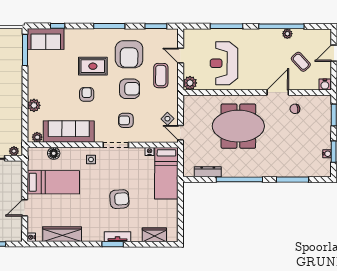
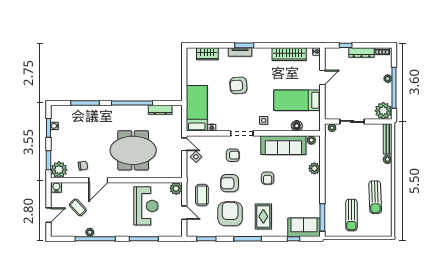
rug: (93, 66) -> (263, 216), moved, turned 90
plant: (322, 104) -> (59, 170), added

